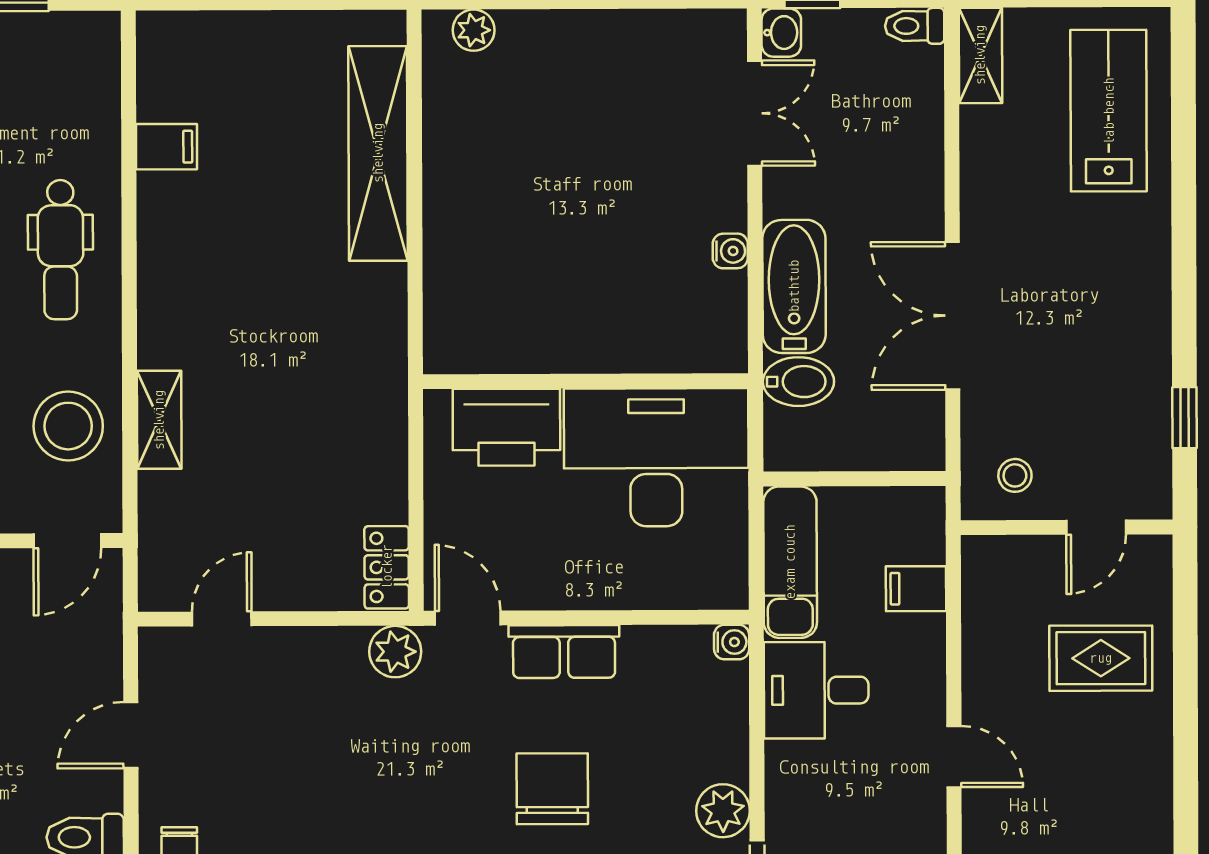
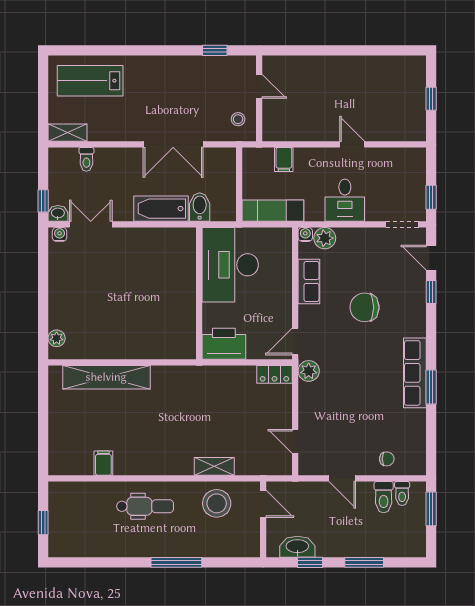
toilet: (915, 26) -> (86, 159), moved
water cooler: (730, 251) -> (60, 234), moved
printer: (506, 427) -> (224, 344), moved, turned -90
row of seats: (564, 652) -> (309, 281), moved
rug: (1101, 658) -> (312, 85), removed
desk: (816, 690) -> (345, 200), moved
door: (954, 757) -> (352, 144), hinge flipped
plant: (723, 811) -> (325, 238), moved

